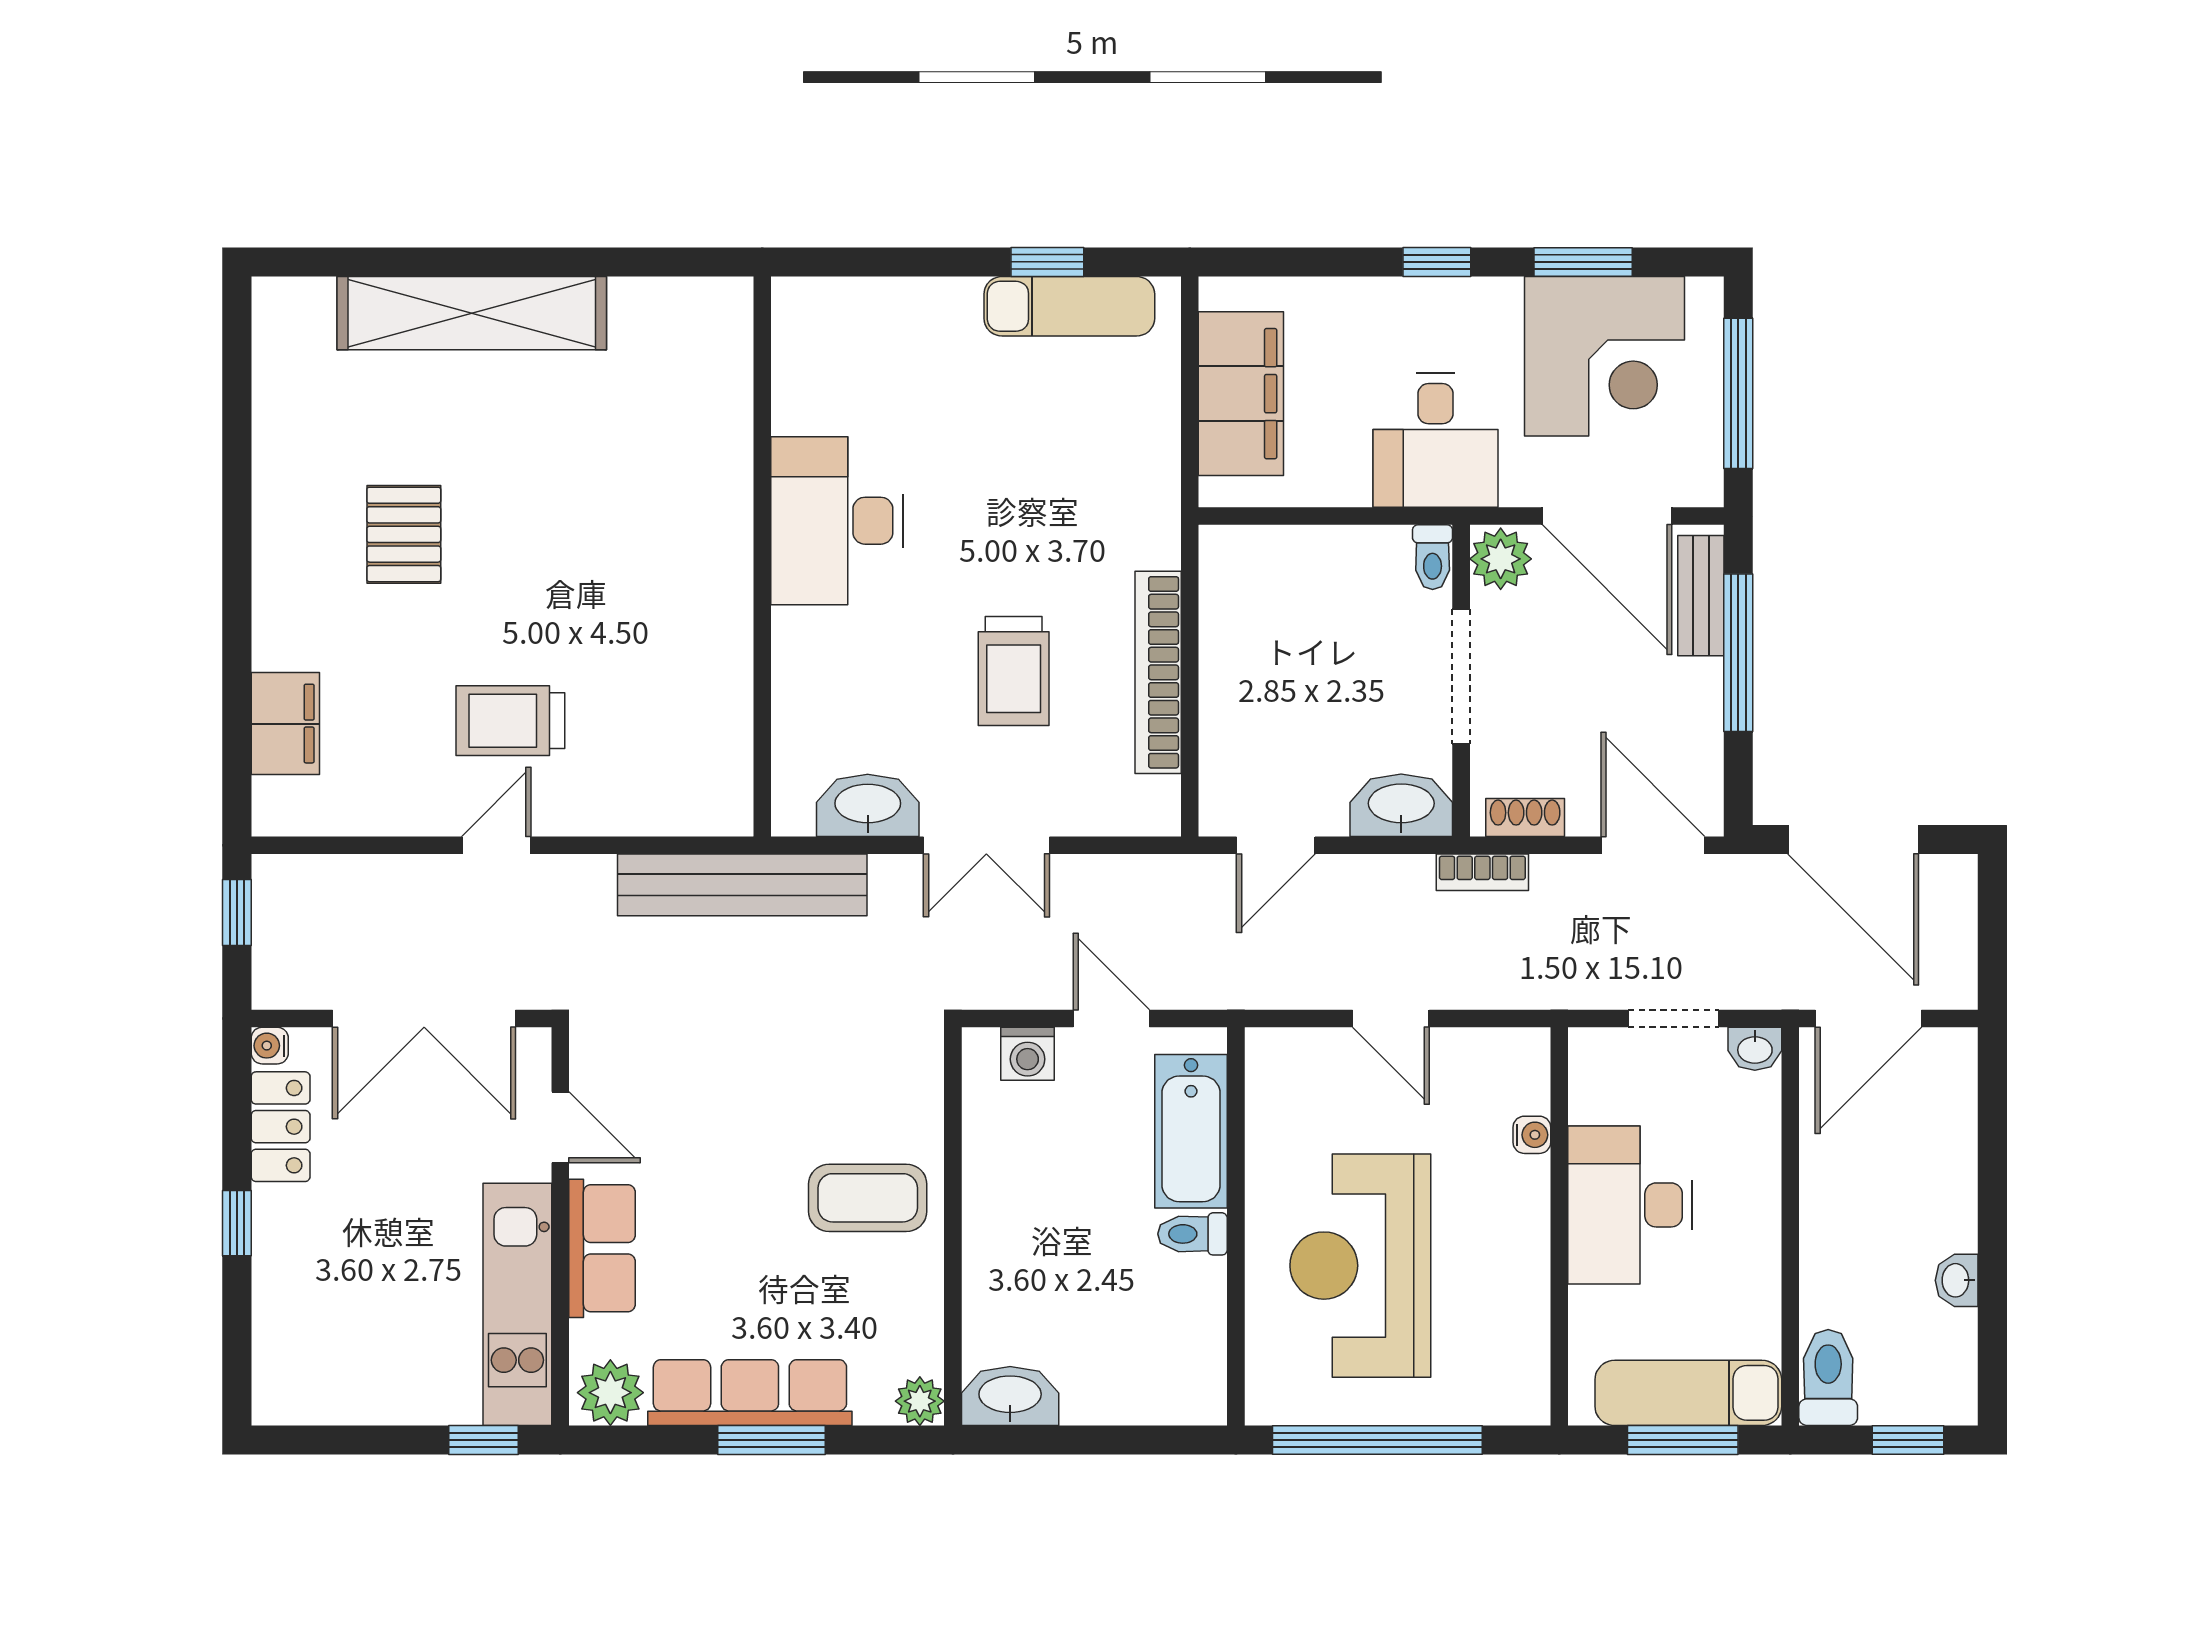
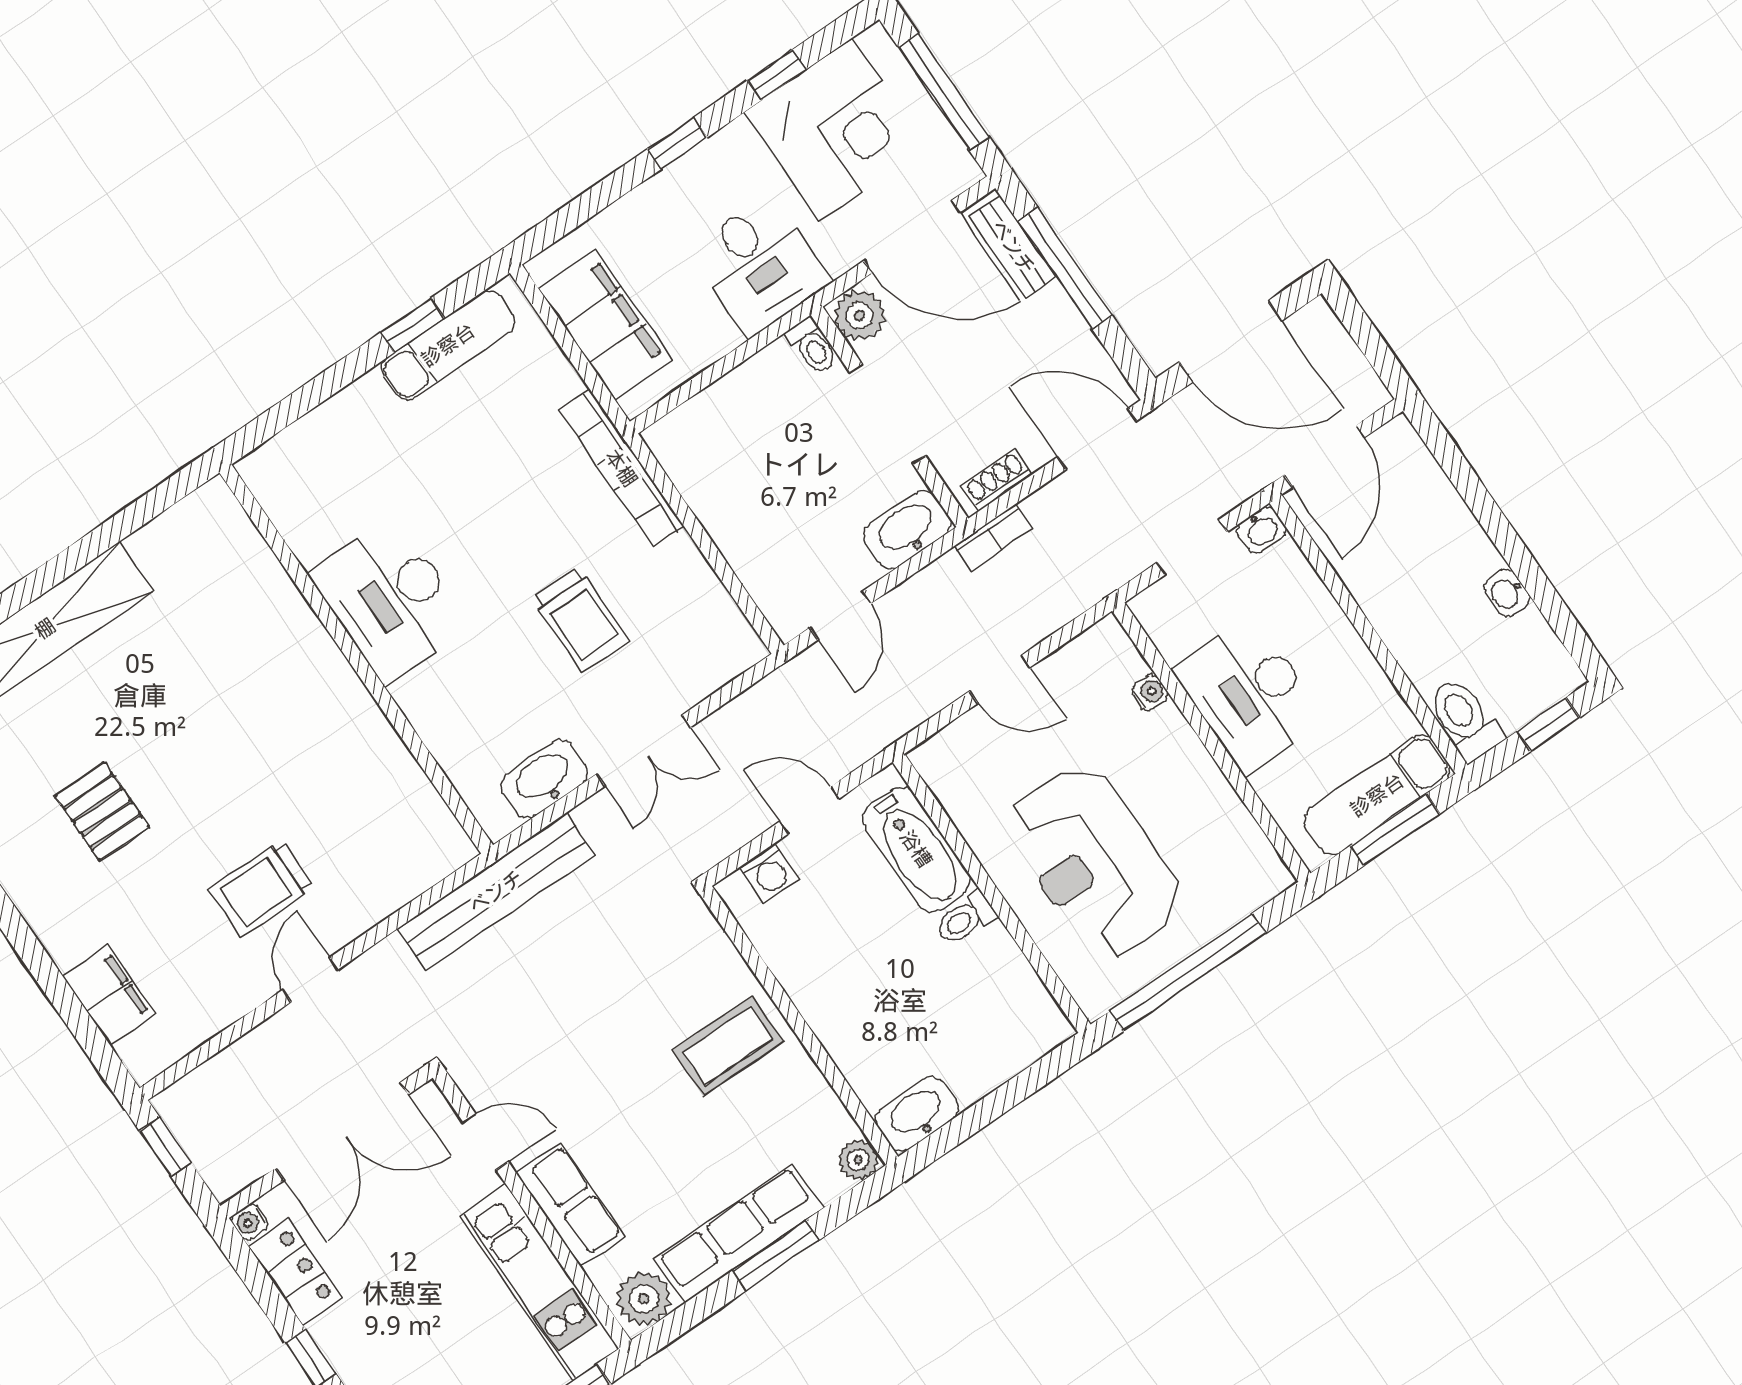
window: (1583, 262) -> (777, 75), width x0.67
bookcase: (1158, 672) -> (621, 468), moved

